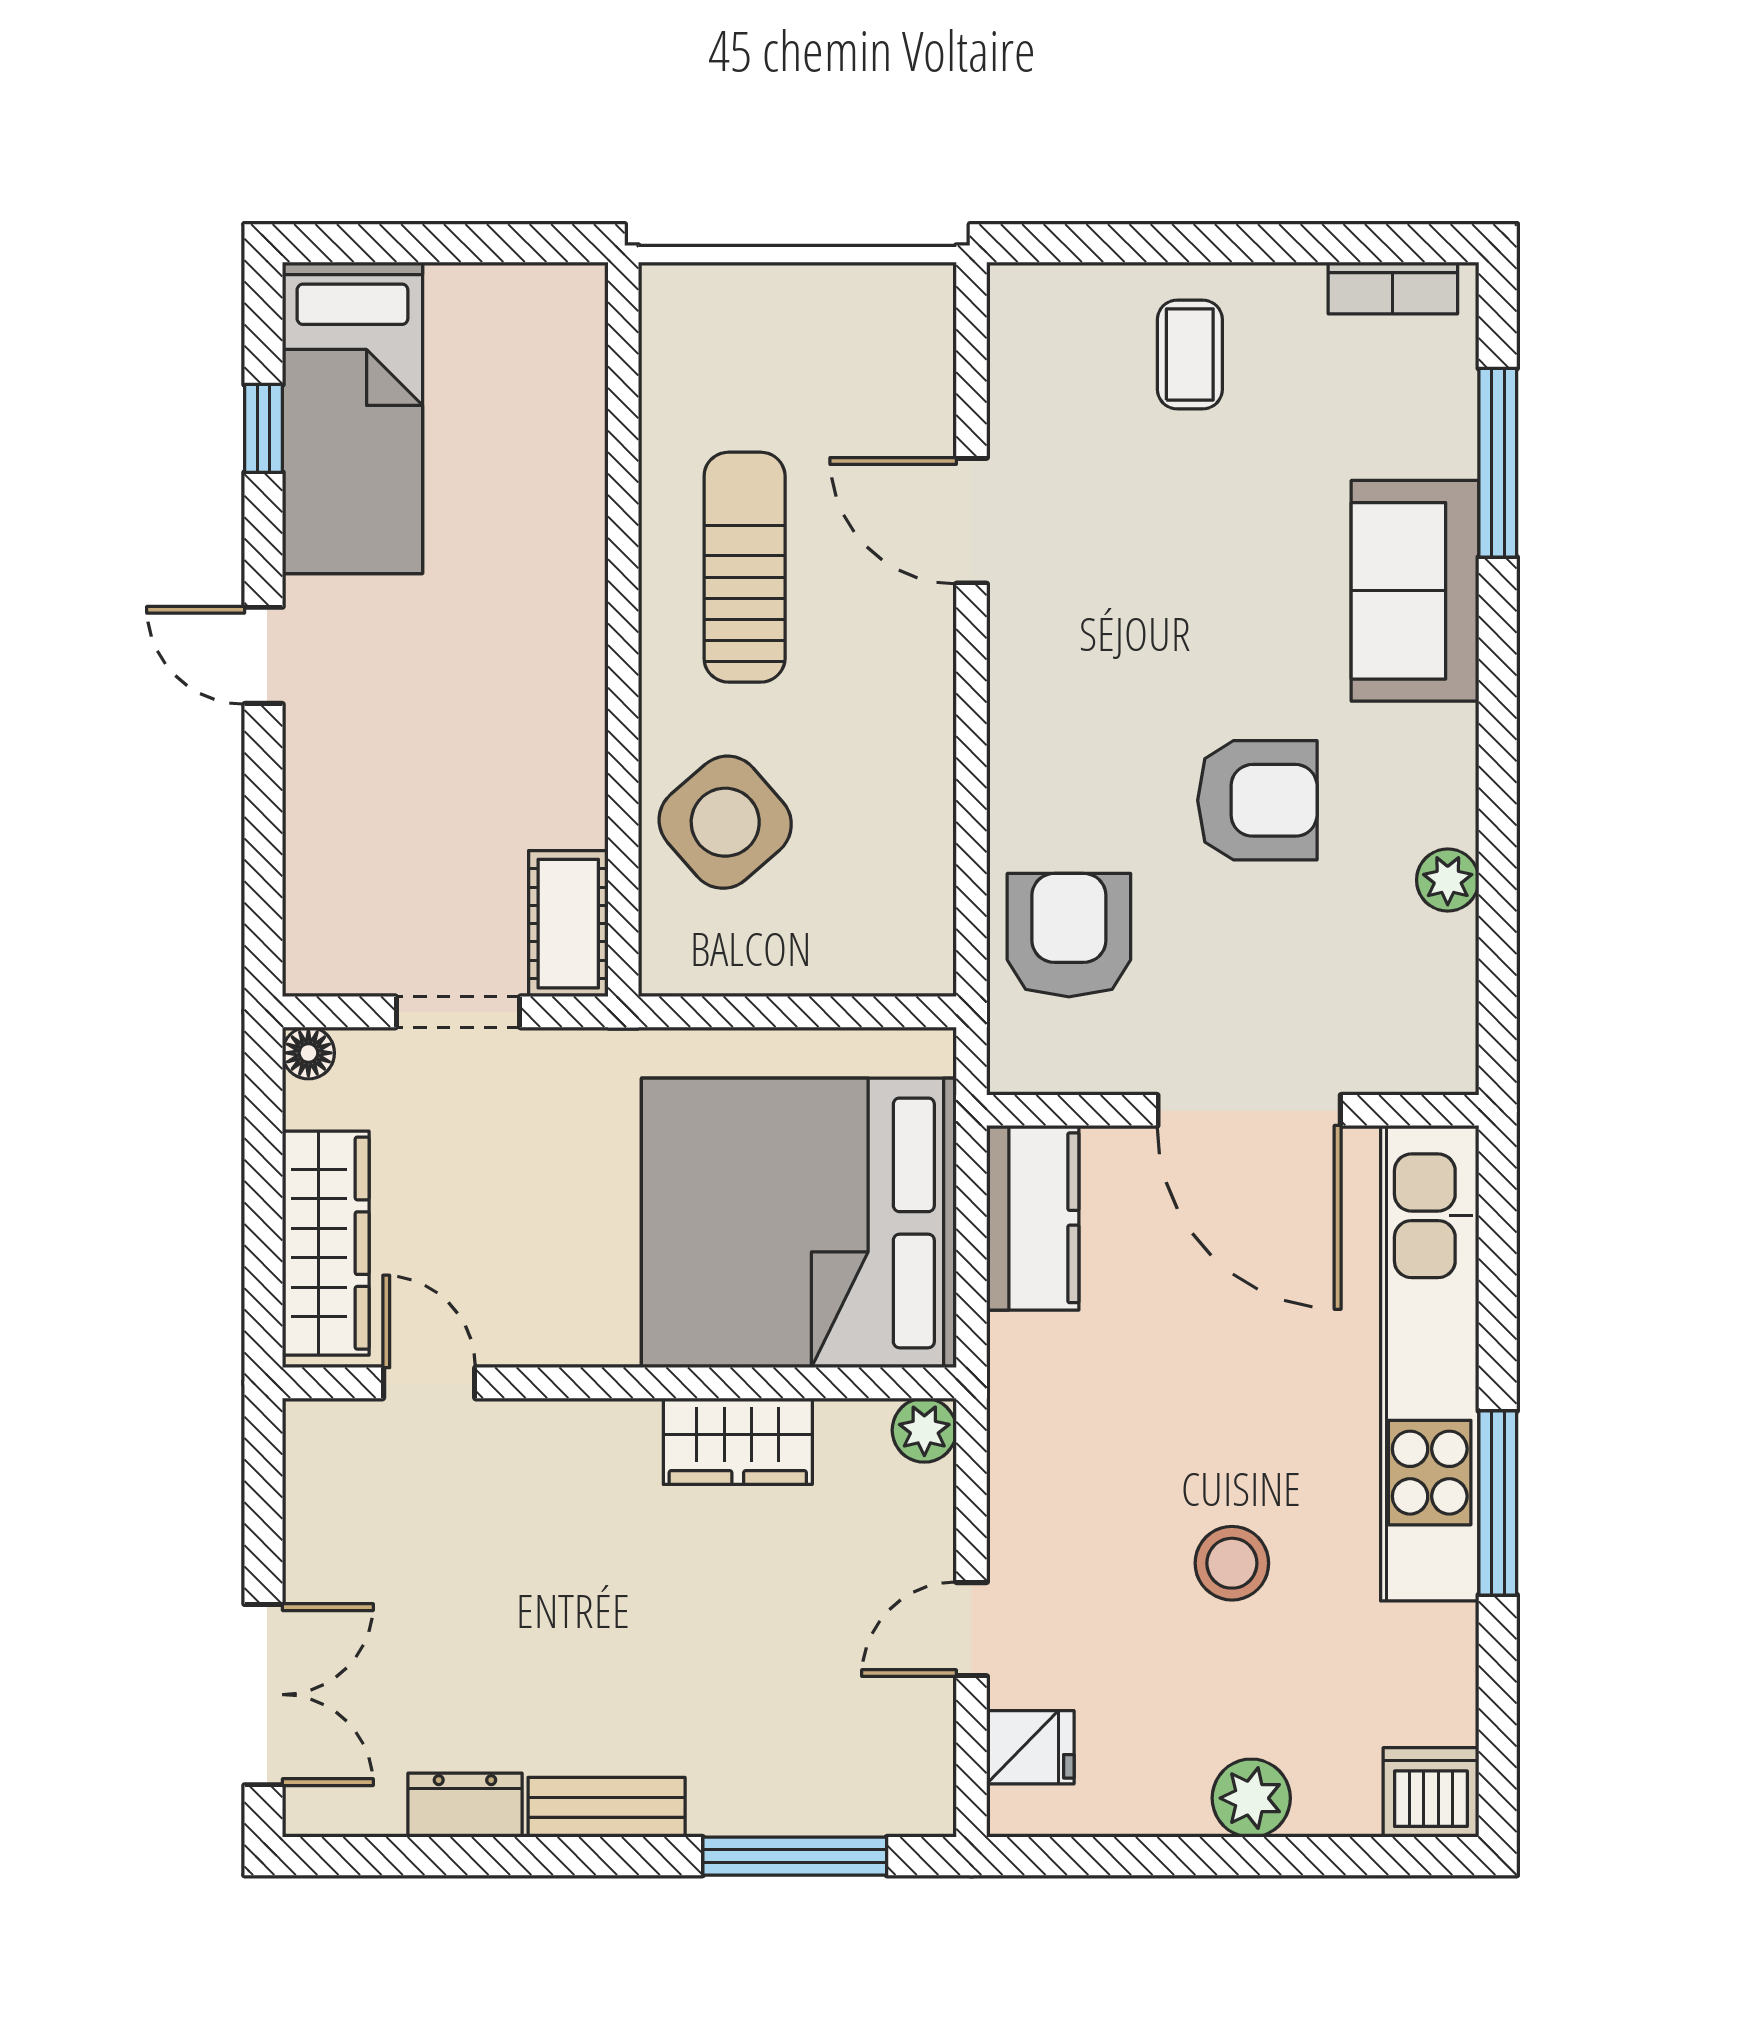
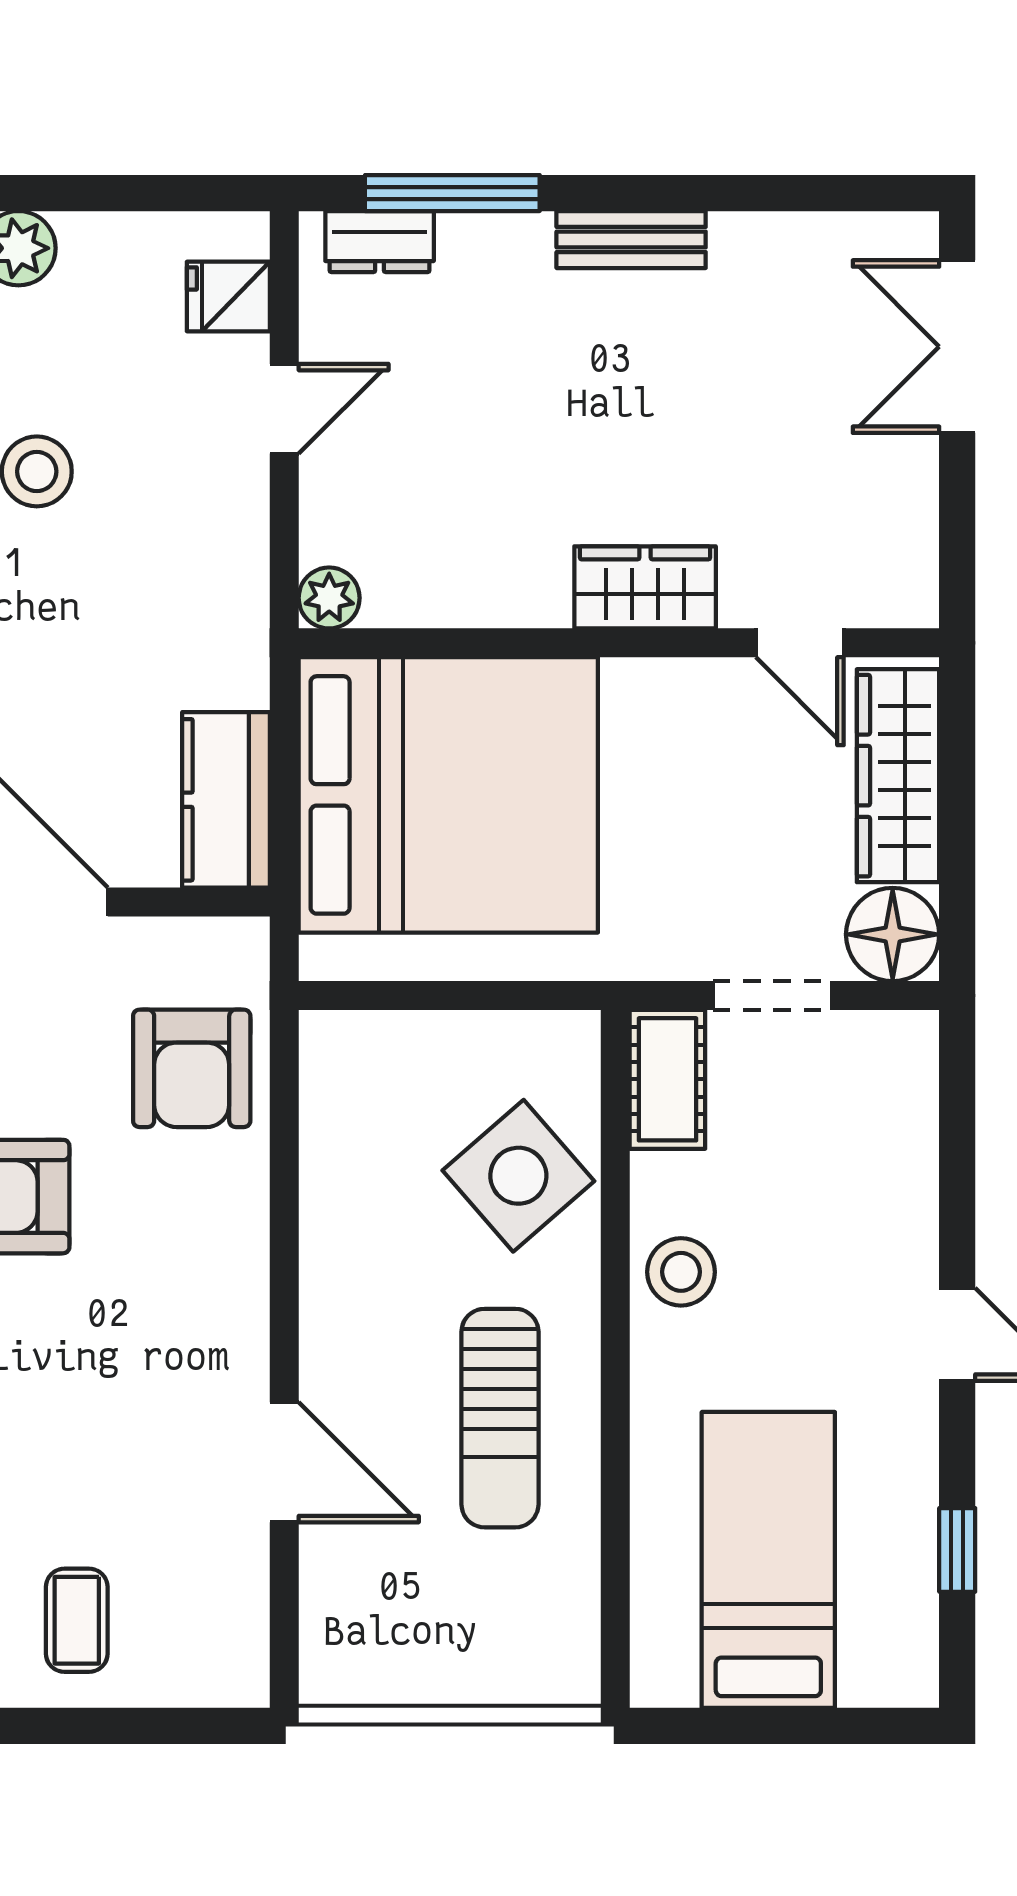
bed: (352, 418) -> (768, 1560), moved
stool: (554, 721) -> (681, 1272), added
floor lamp: (308, 1053) -> (893, 934), width x1.89, depth x1.89
wardrobe: (738, 1441) -> (645, 587), moved
dresser: (465, 1805) -> (380, 242), moved

